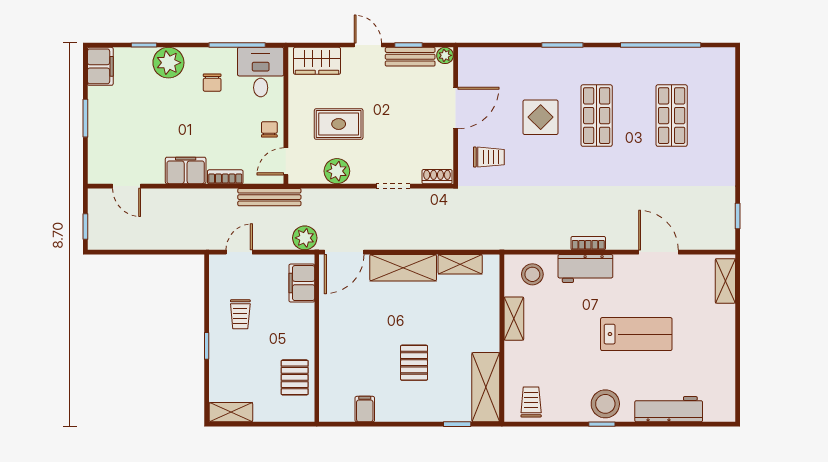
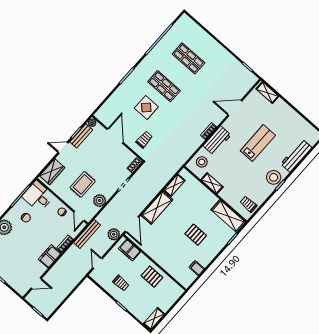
pallet: (295, 377) -> (152, 277), moved

